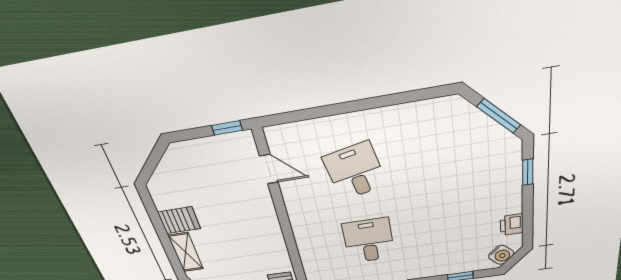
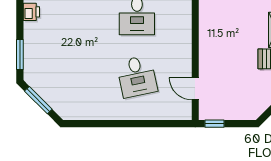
window: (528, 172) -> (20, 55), width x1.50

